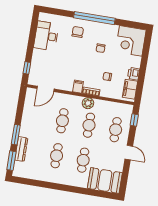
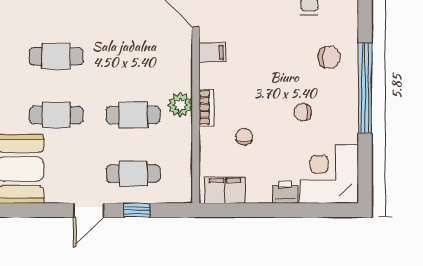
printer: (134, 74) -> (285, 192), moved
filing cabinet: (78, 87) -> (212, 52), moved
window: (134, 120) -> (137, 210), moved
cafe table: (62, 121) -> (133, 56), removed

